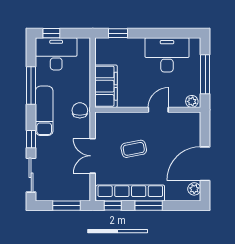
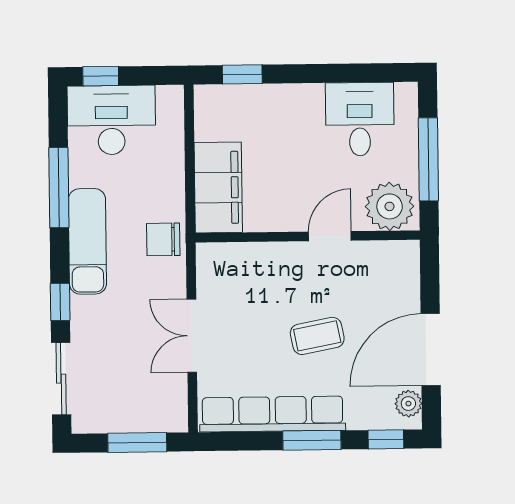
desk: (167, 55) -> (360, 119), width x0.73
plant: (192, 101) -> (390, 206), width x1.88, depth x1.88
chair: (80, 110) -> (163, 239), turned -90
coffee table: (134, 149) -> (317, 336), moved
window: (113, 206) -> (386, 439), moved

